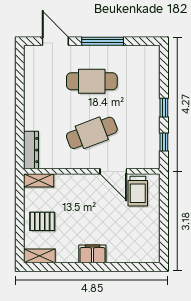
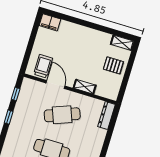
shelving: (39, 180) -> (85, 87), moved
filing cabinet: (92, 254) -> (50, 22), moved

